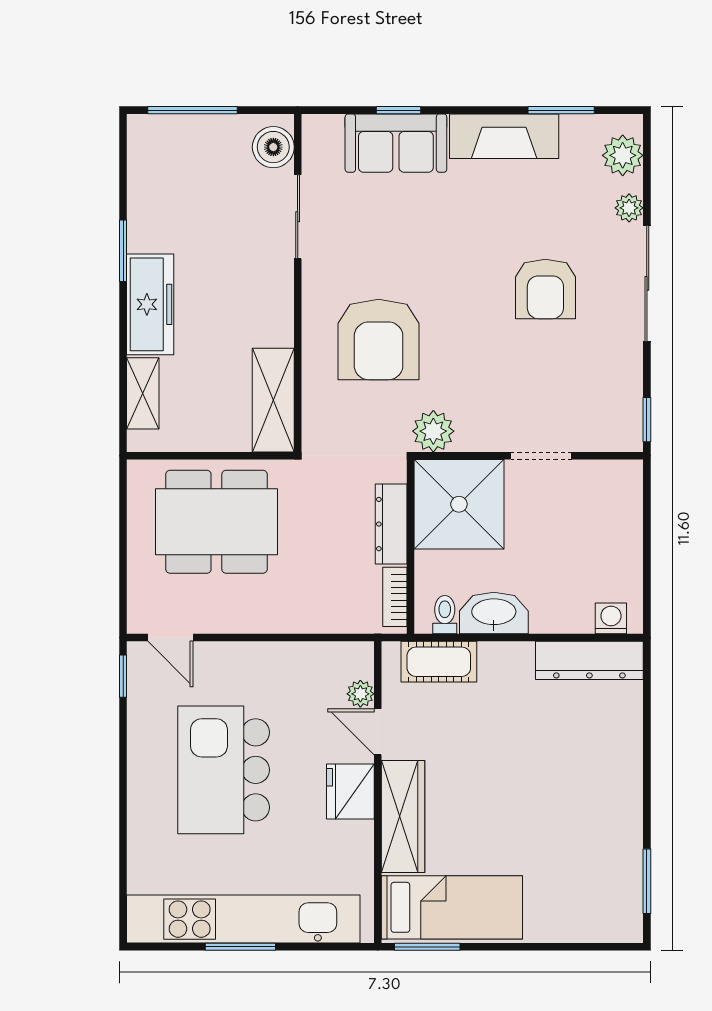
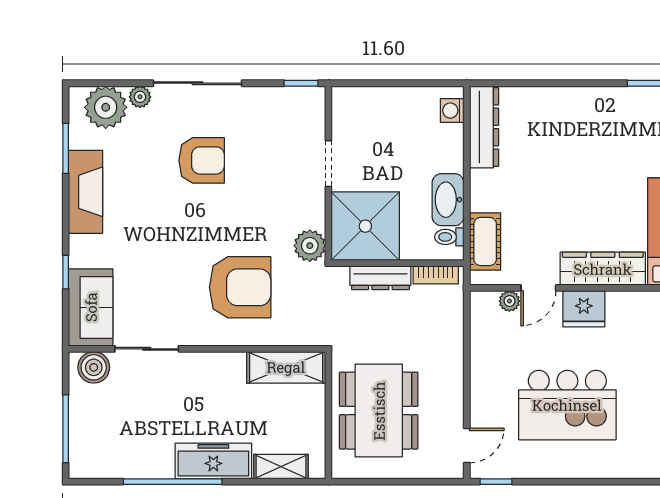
sofa: (396, 143) -> (91, 307), moved
plant: (623, 155) -> (106, 107), width x1.36, depth x1.36
window: (123, 251) -> (173, 482), width x2.11

